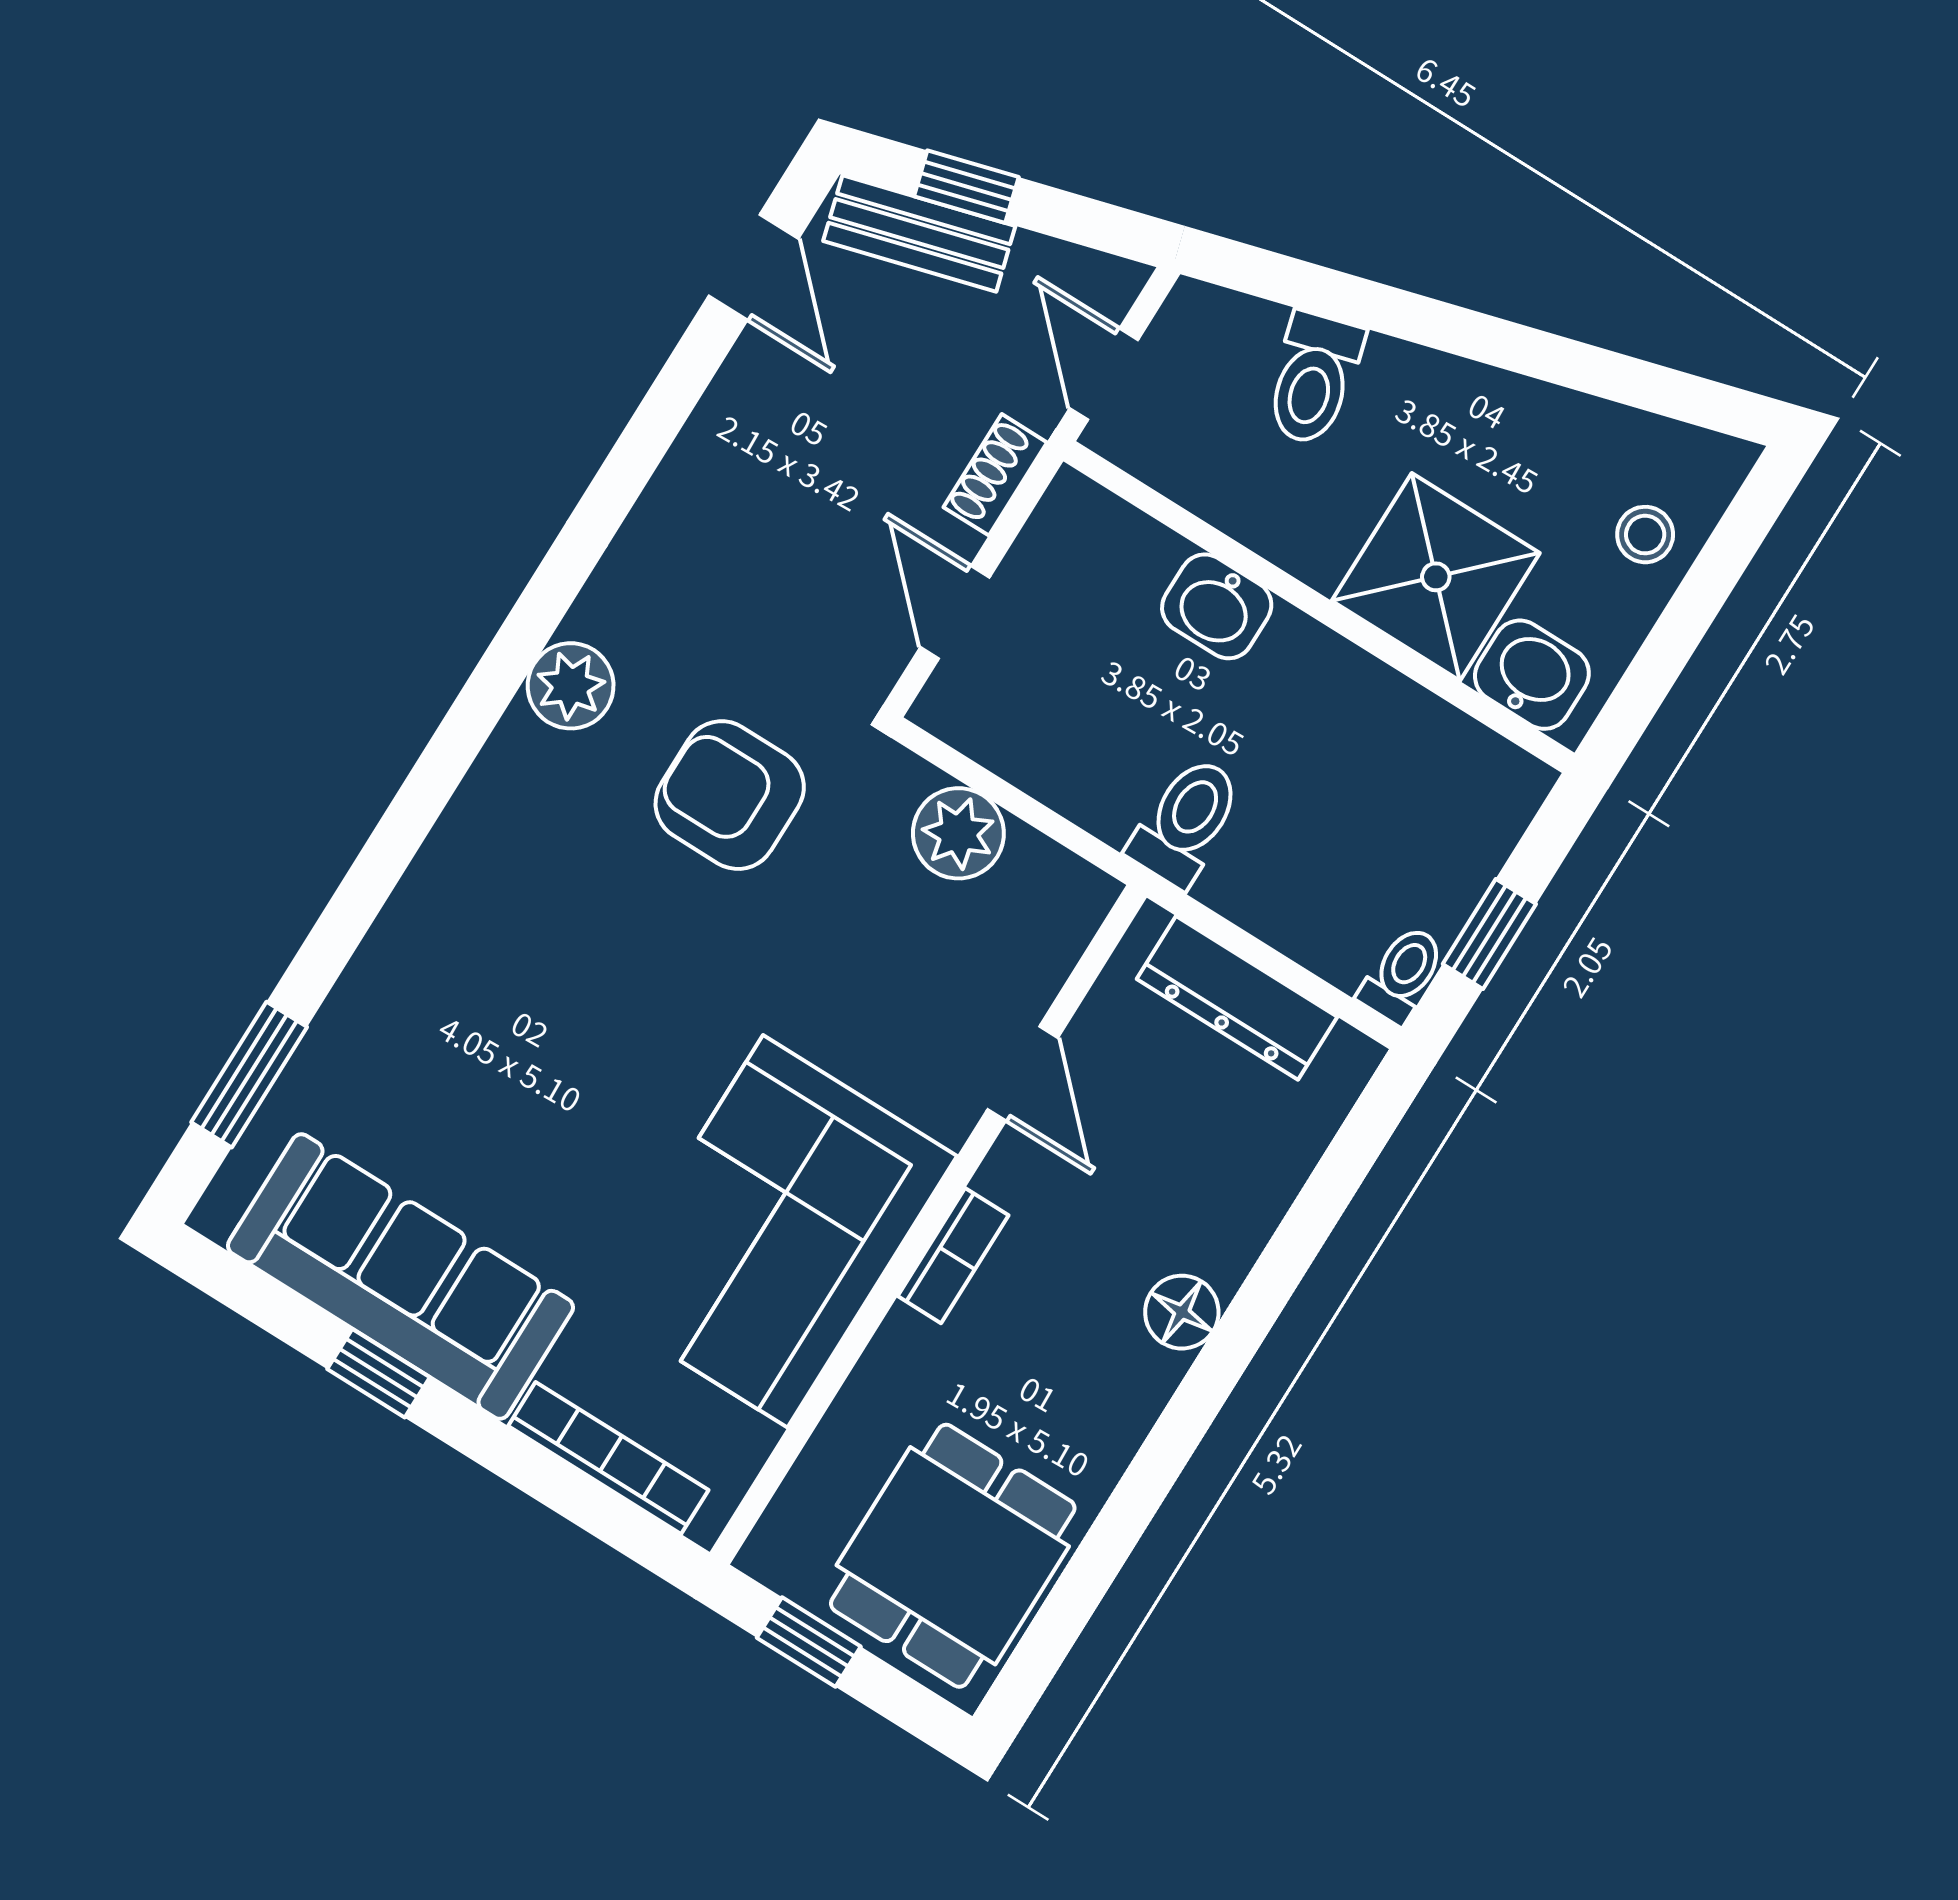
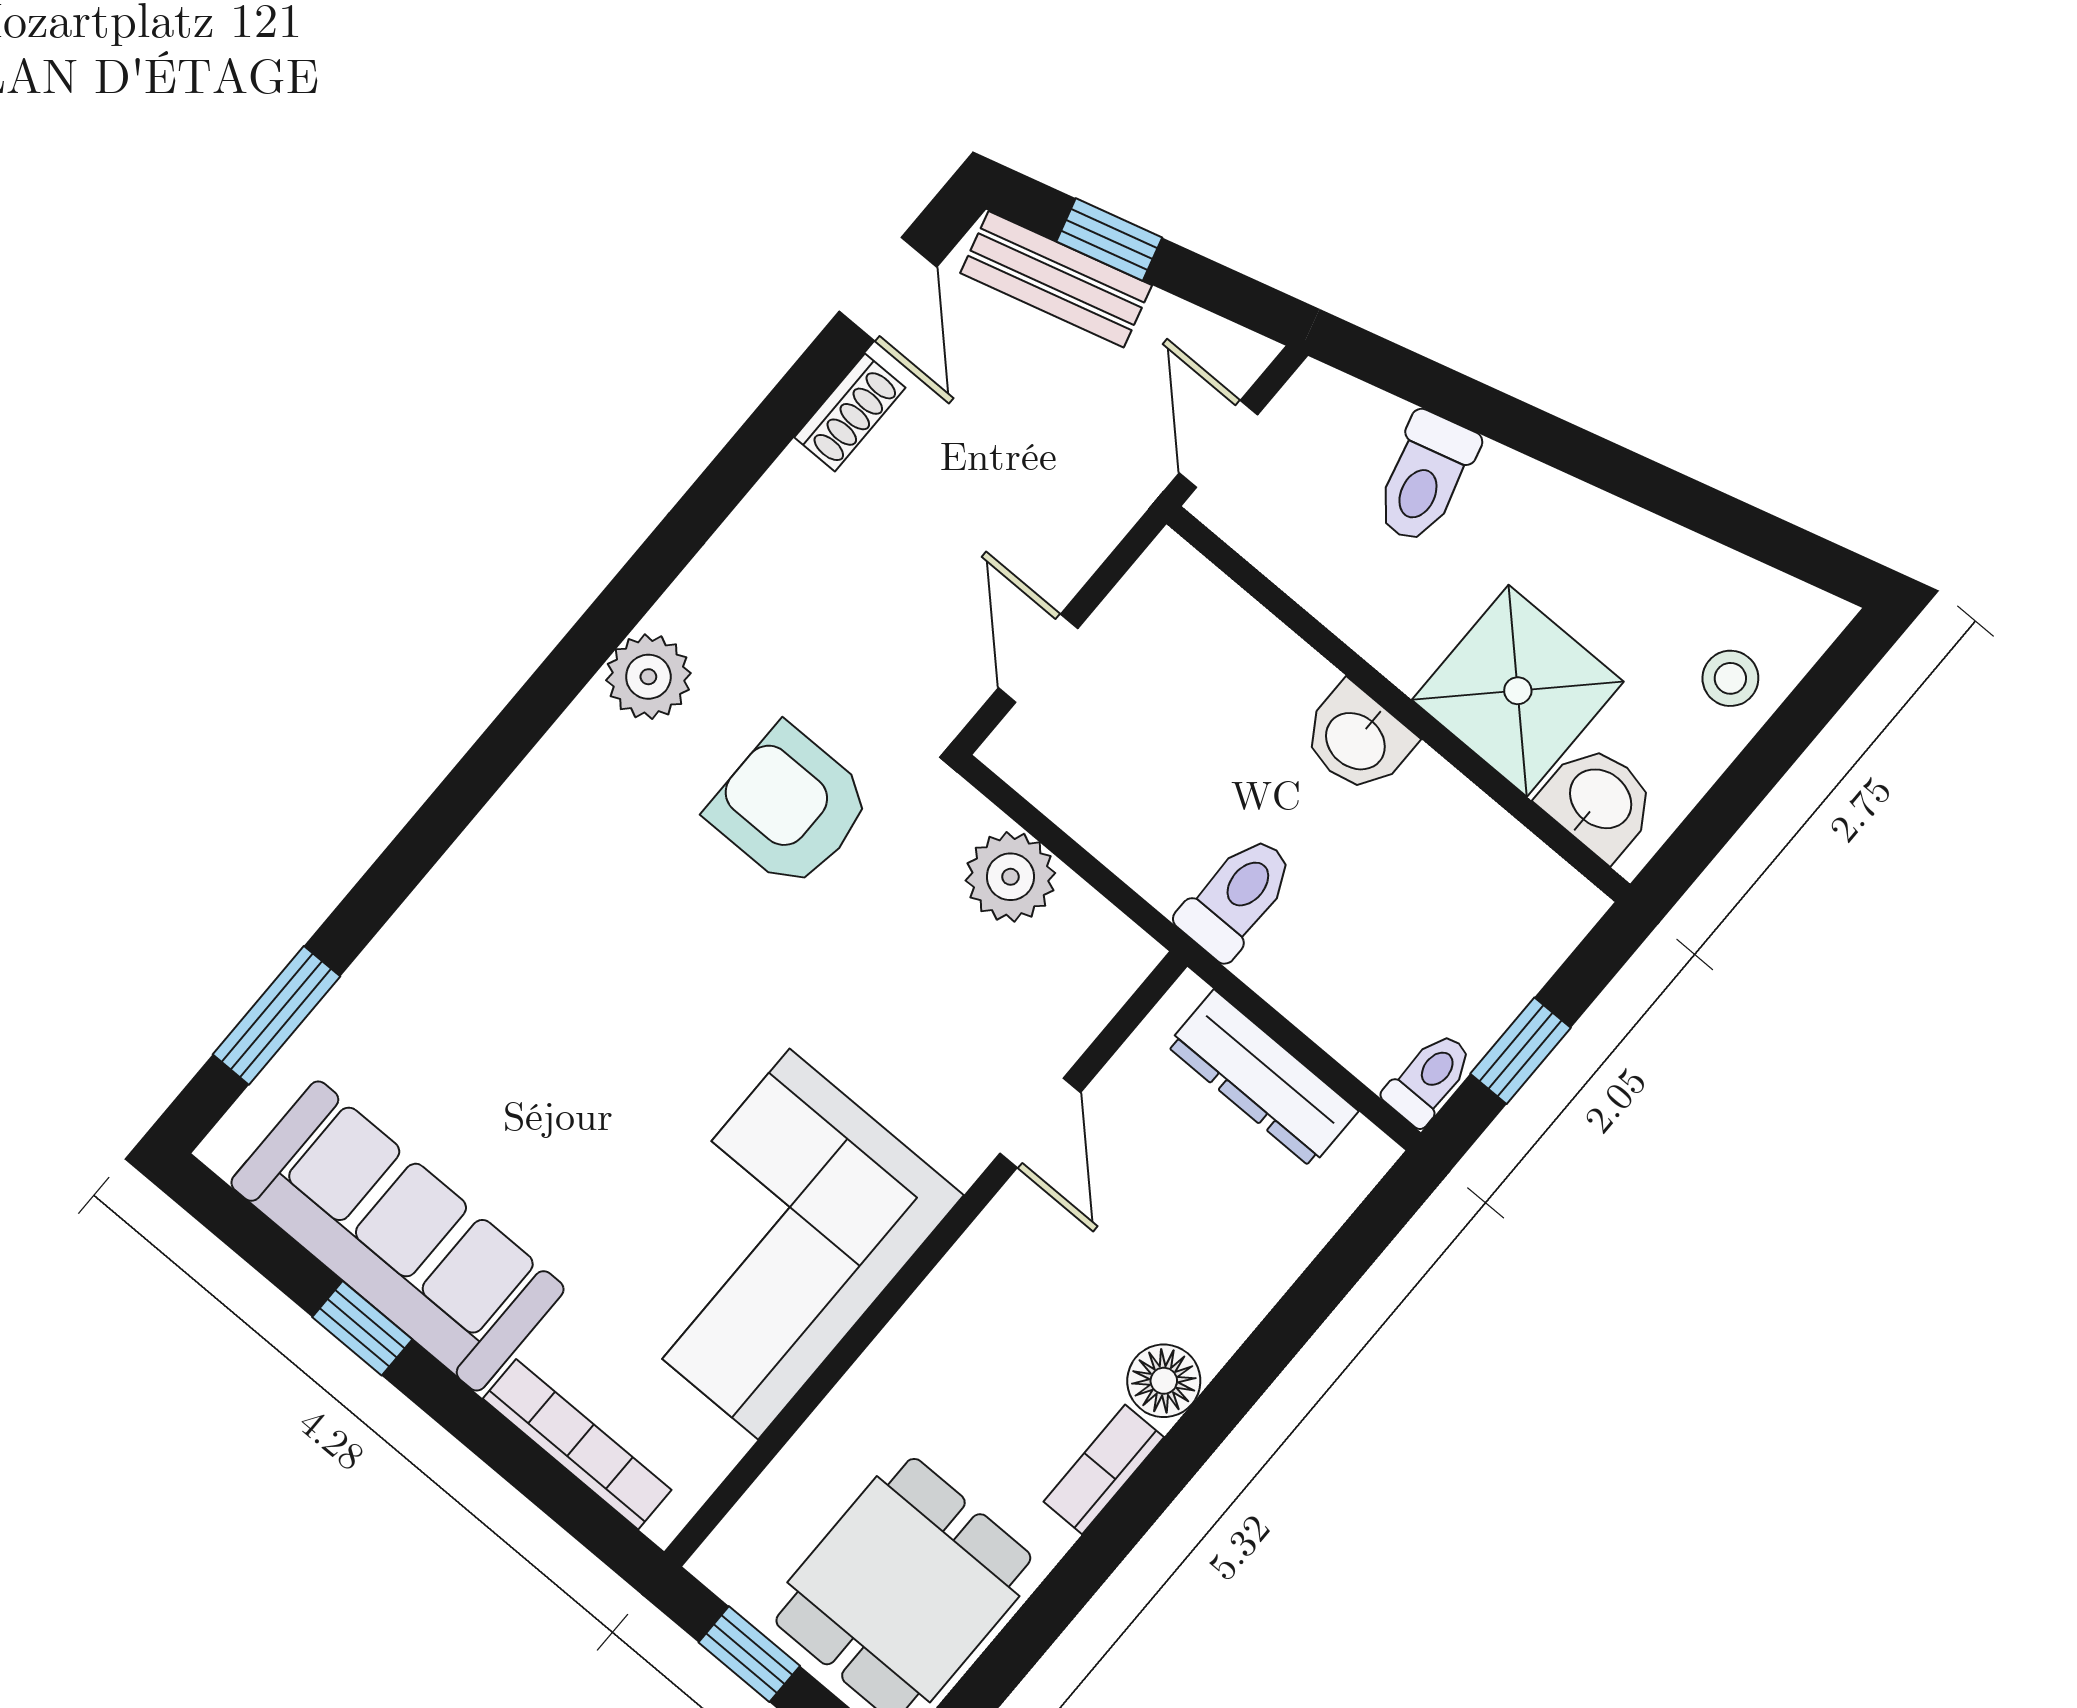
shoe rack: (995, 475) -> (850, 413), moved, turned 180
washbasin: (1217, 606) -> (1357, 739), moved
bookcase: (953, 1256) -> (1104, 1469), moved, turned 180

